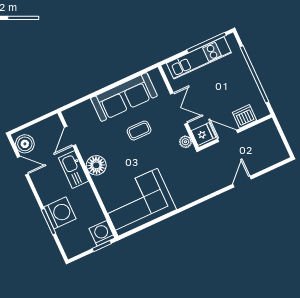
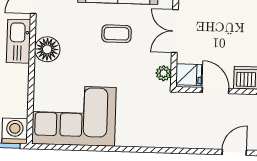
double door: (179, 108) -> (175, 31), swing flipped
door: (242, 182) -> (234, 152), moved

